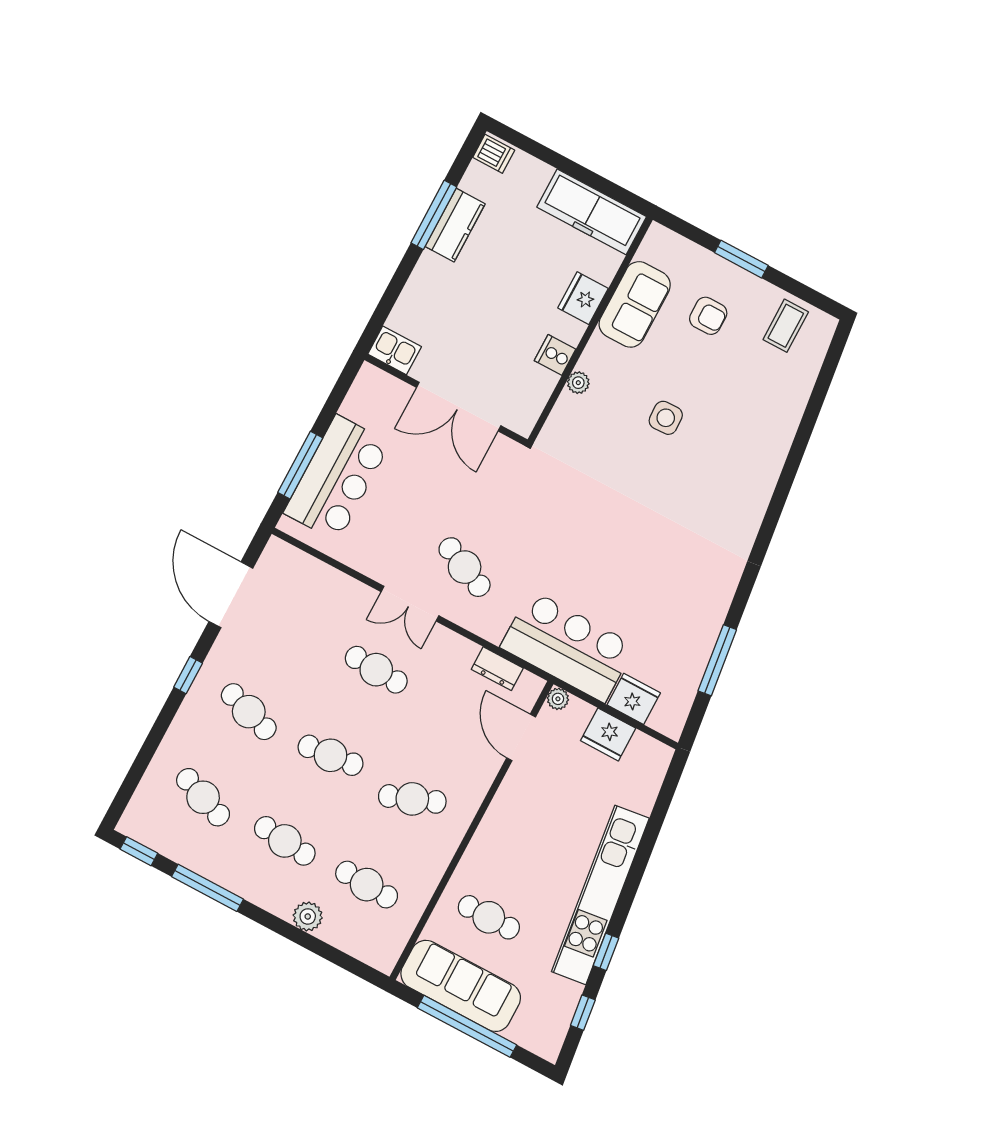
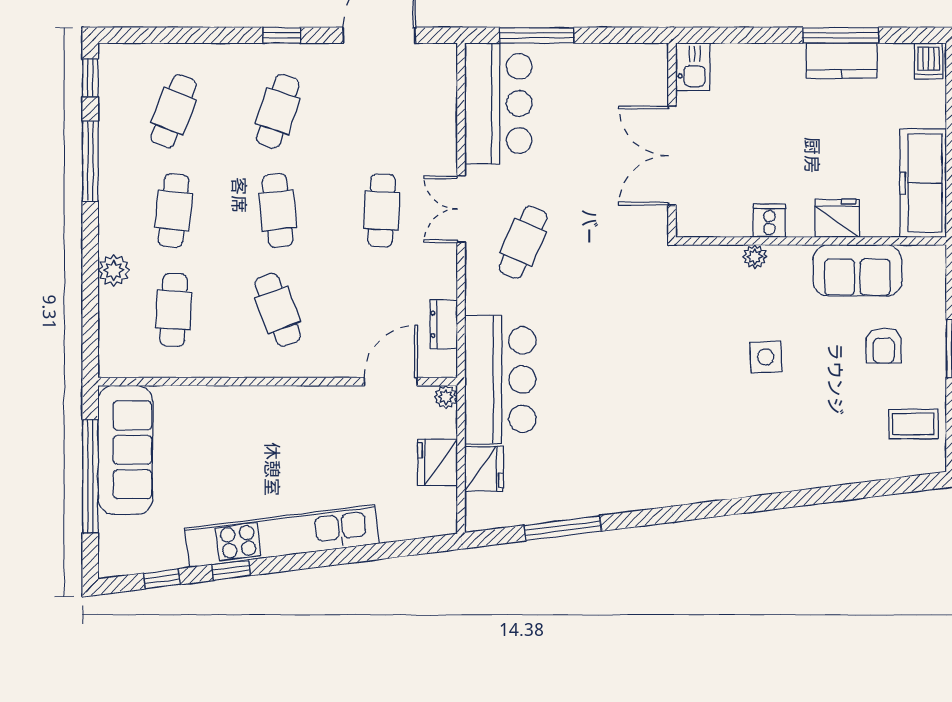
bar counter: (337, 478) -> (498, 103), moved, turned -90
cafe table: (489, 917) -> (204, 442), removed

